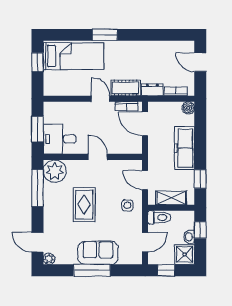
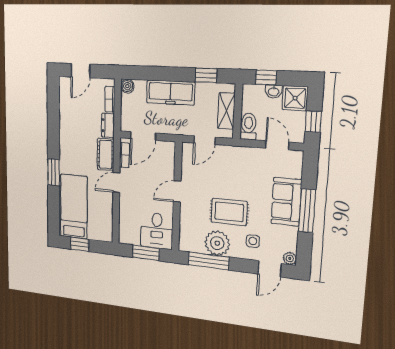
plant: (55, 171) -> (217, 243), moved
side table: (127, 205) -> (253, 241), moved

